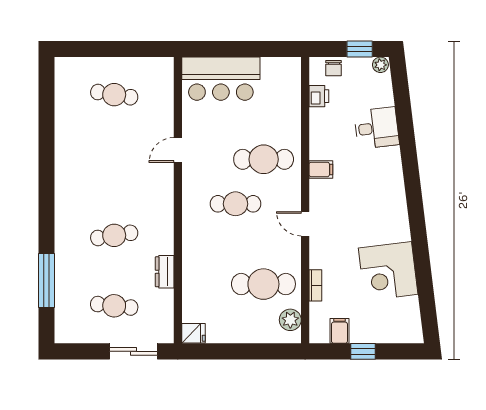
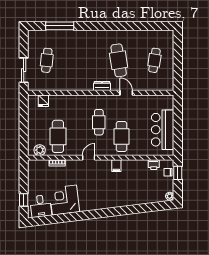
window: (360, 49) -> (178, 173), moved
bar counter: (221, 79) -> (163, 130), moved
desk: (376, 128) -> (41, 206), moved
cafe table: (114, 235) -> (119, 60), moved, width x1.37, depth x1.35
dresser: (165, 272) -> (102, 86), moved
filing cabinet: (339, 331) -> (34, 175), removed
fridge: (193, 333) -> (43, 101), moved
window: (363, 351) -> (24, 200), moved

